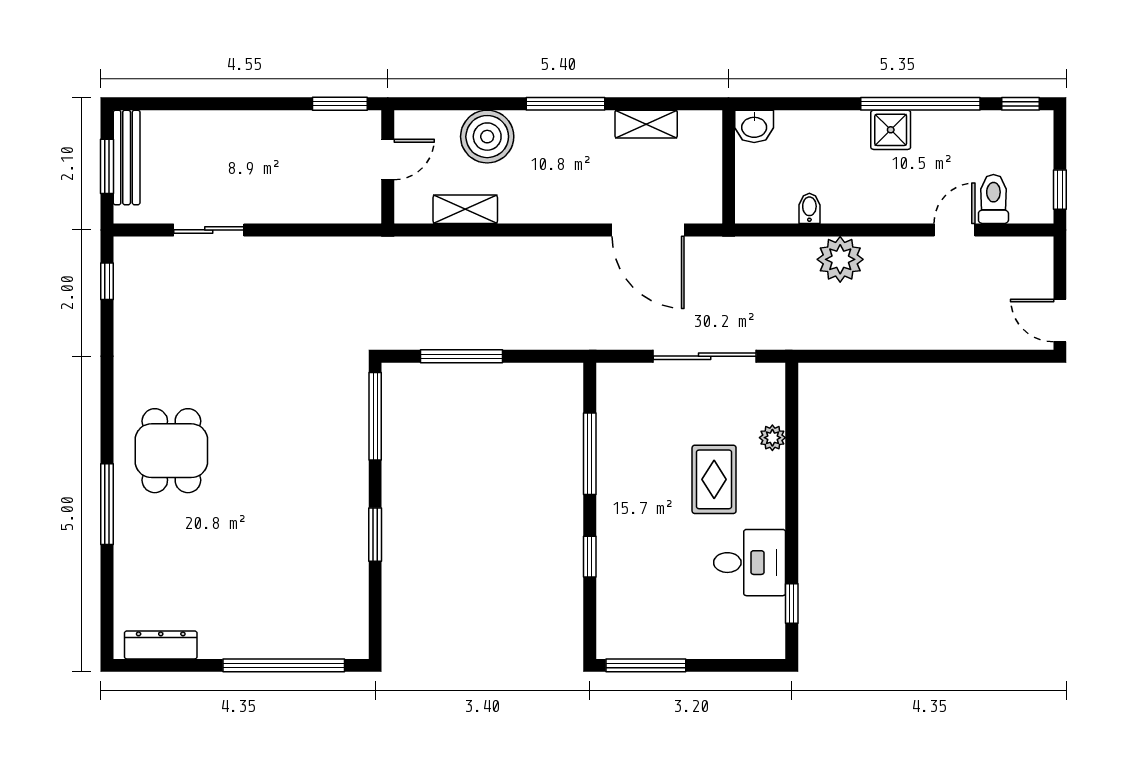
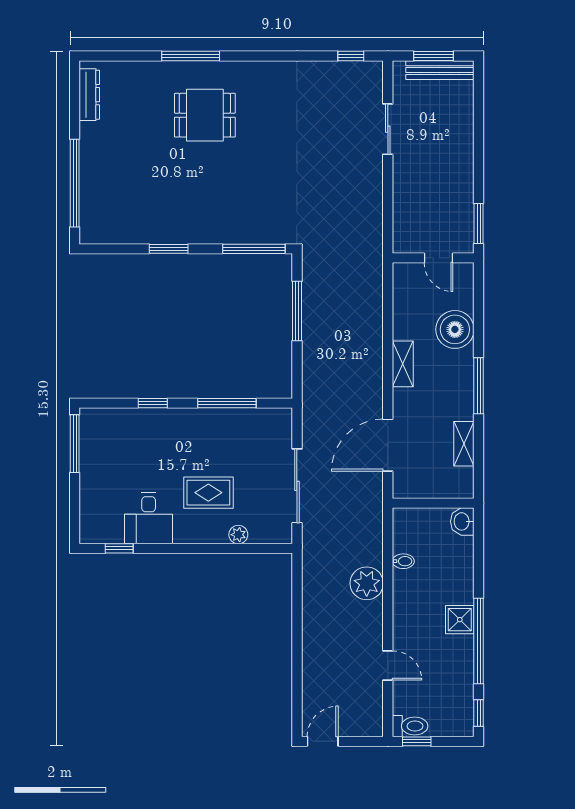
toilet: (993, 199) -> (410, 726), moved
shelving: (465, 209) -> (403, 364), moved
dining table: (171, 451) -> (205, 115), moved

